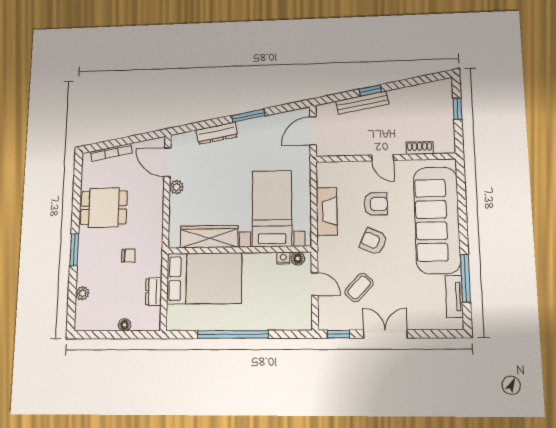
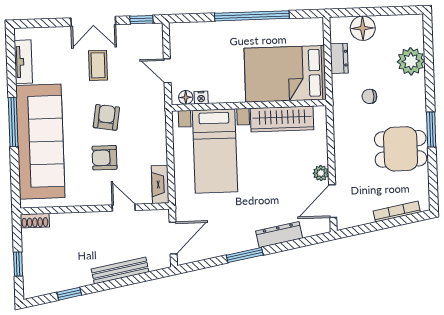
window: (370, 90) -> (69, 294), moved
shoe rack: (420, 148) -> (35, 221), moved
door: (383, 158) -> (124, 208), moved
door: (167, 162) -> (333, 201), swing flipped
fireplace: (327, 211) -> (160, 184), moved, width x0.73, depth x0.76
armchair: (373, 241) -> (106, 117), turned -105
window: (74, 250) -> (431, 130), moved
window: (465, 278) -> (13, 122), moved
coffee table: (359, 288) -> (98, 65), moved, turned -43
plant: (82, 293) -> (411, 61), width x1.87, depth x1.87
floor lamp: (125, 325) -> (363, 28), width x1.89, depth x1.89

